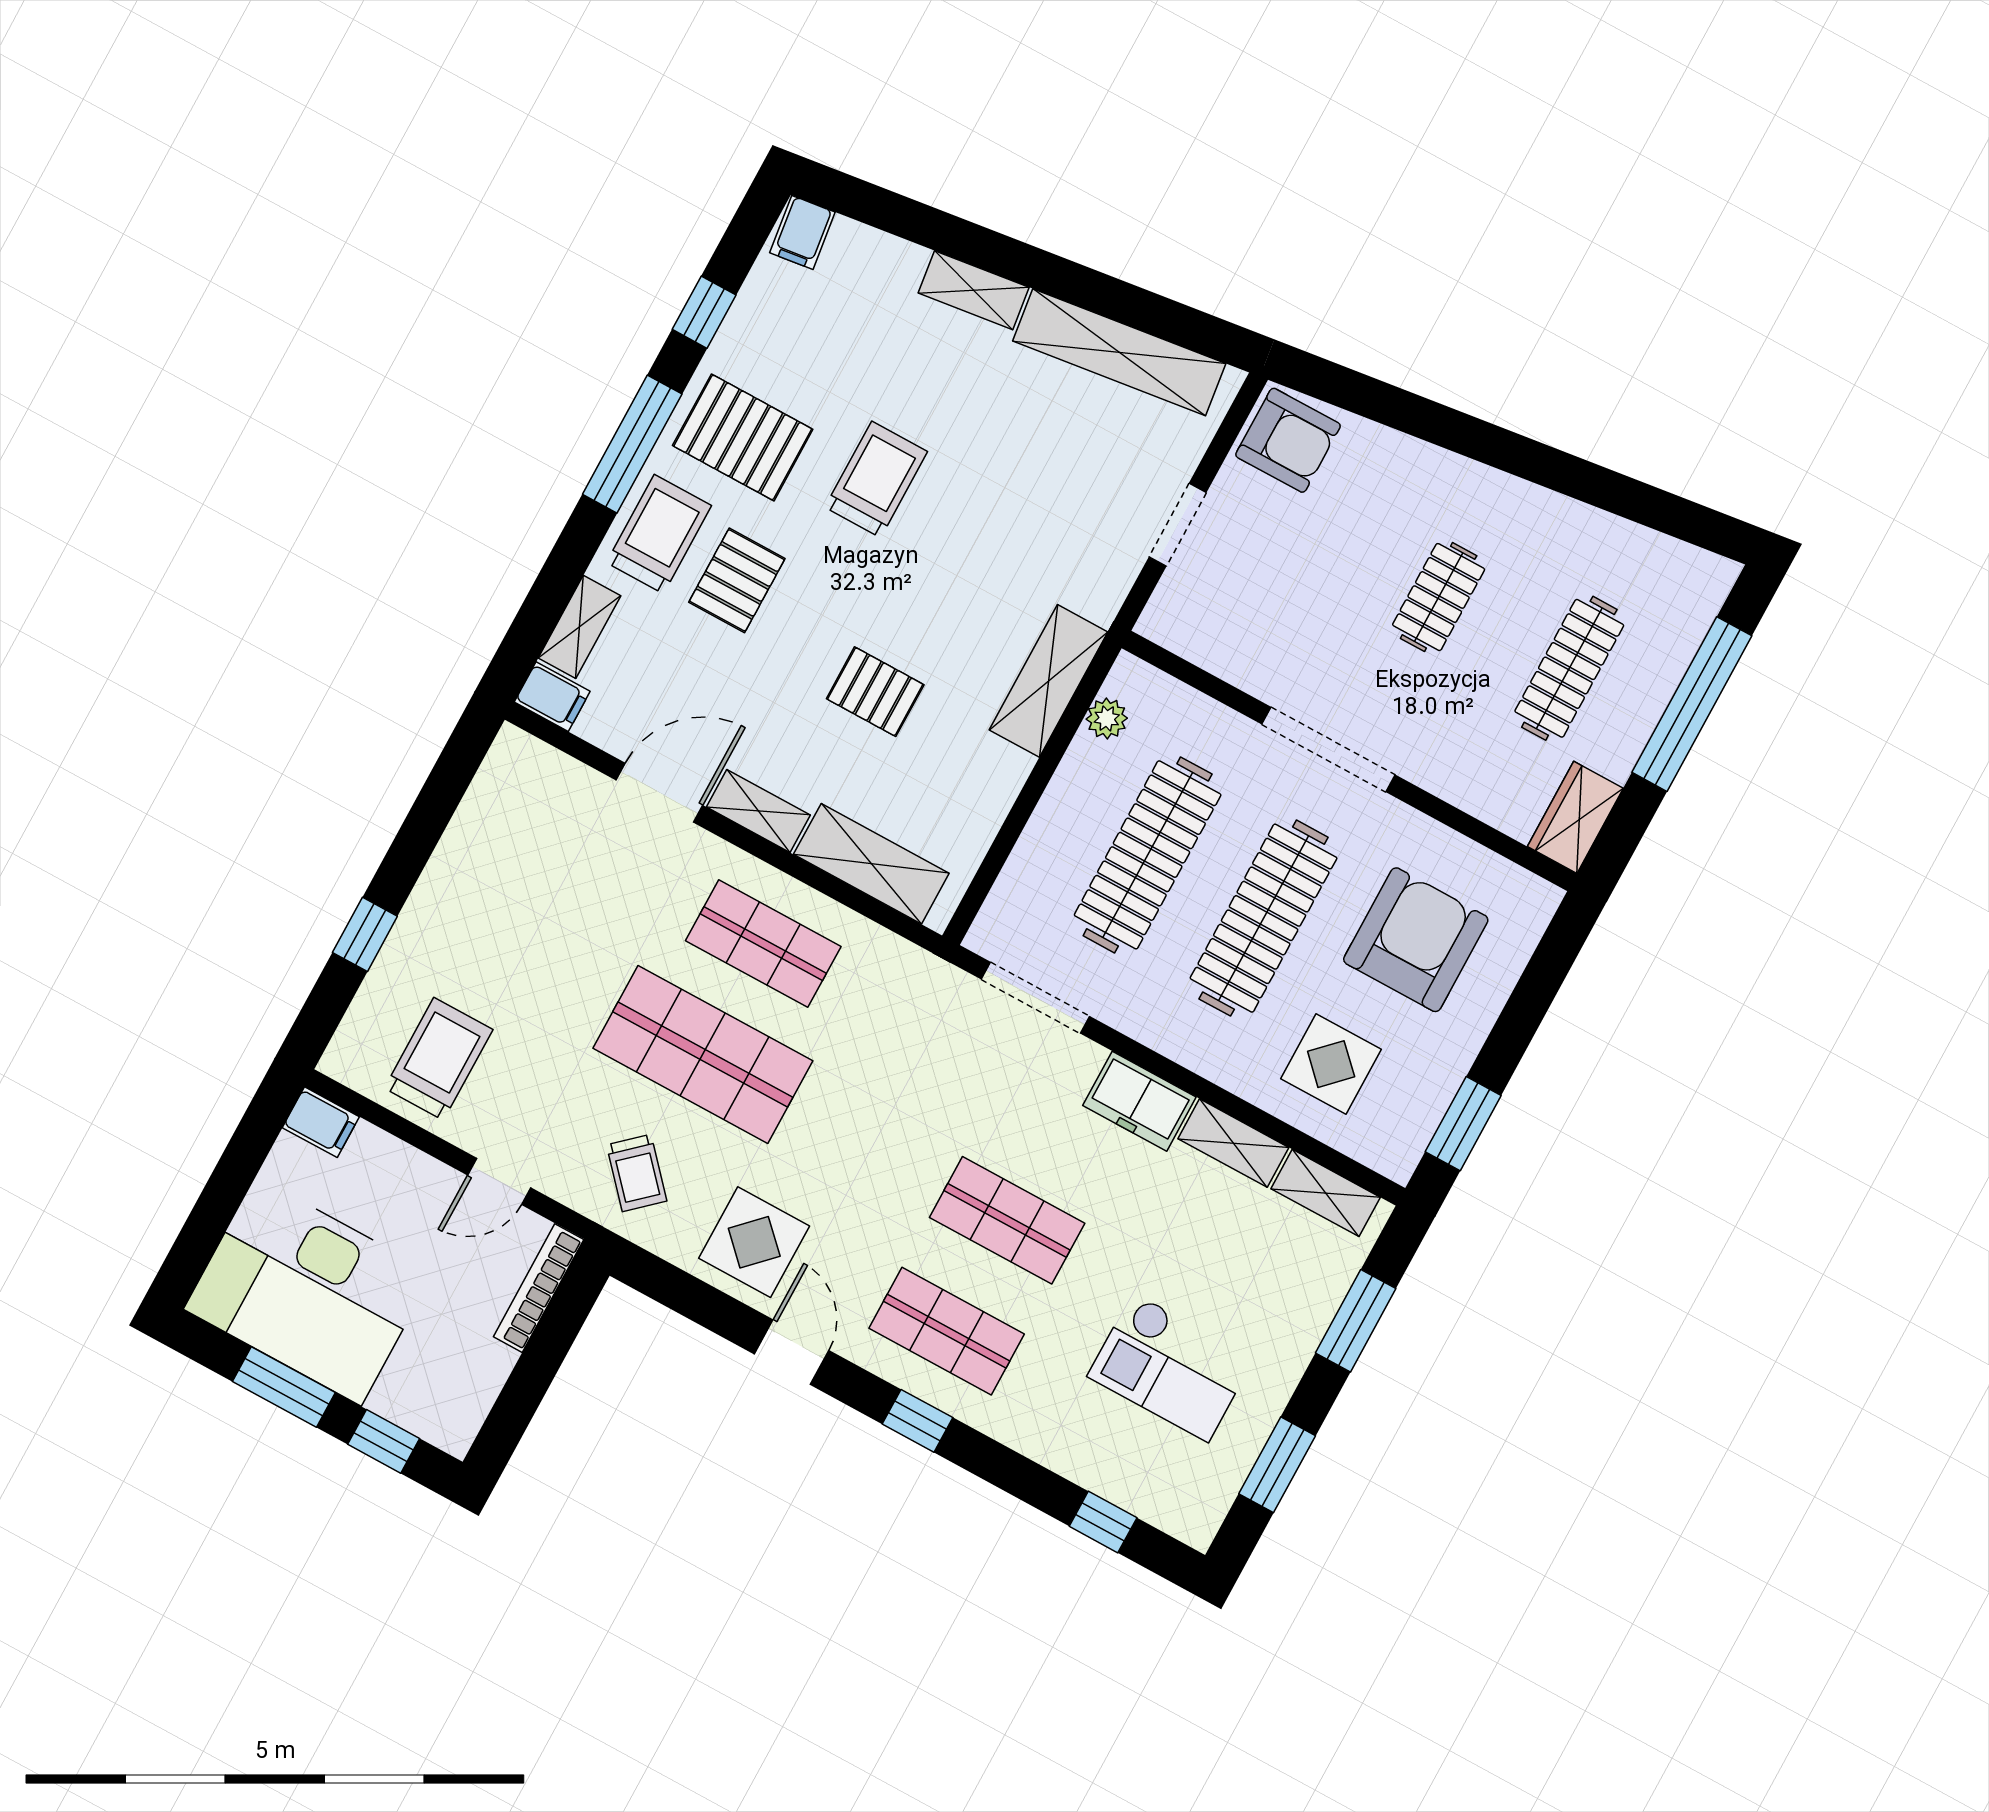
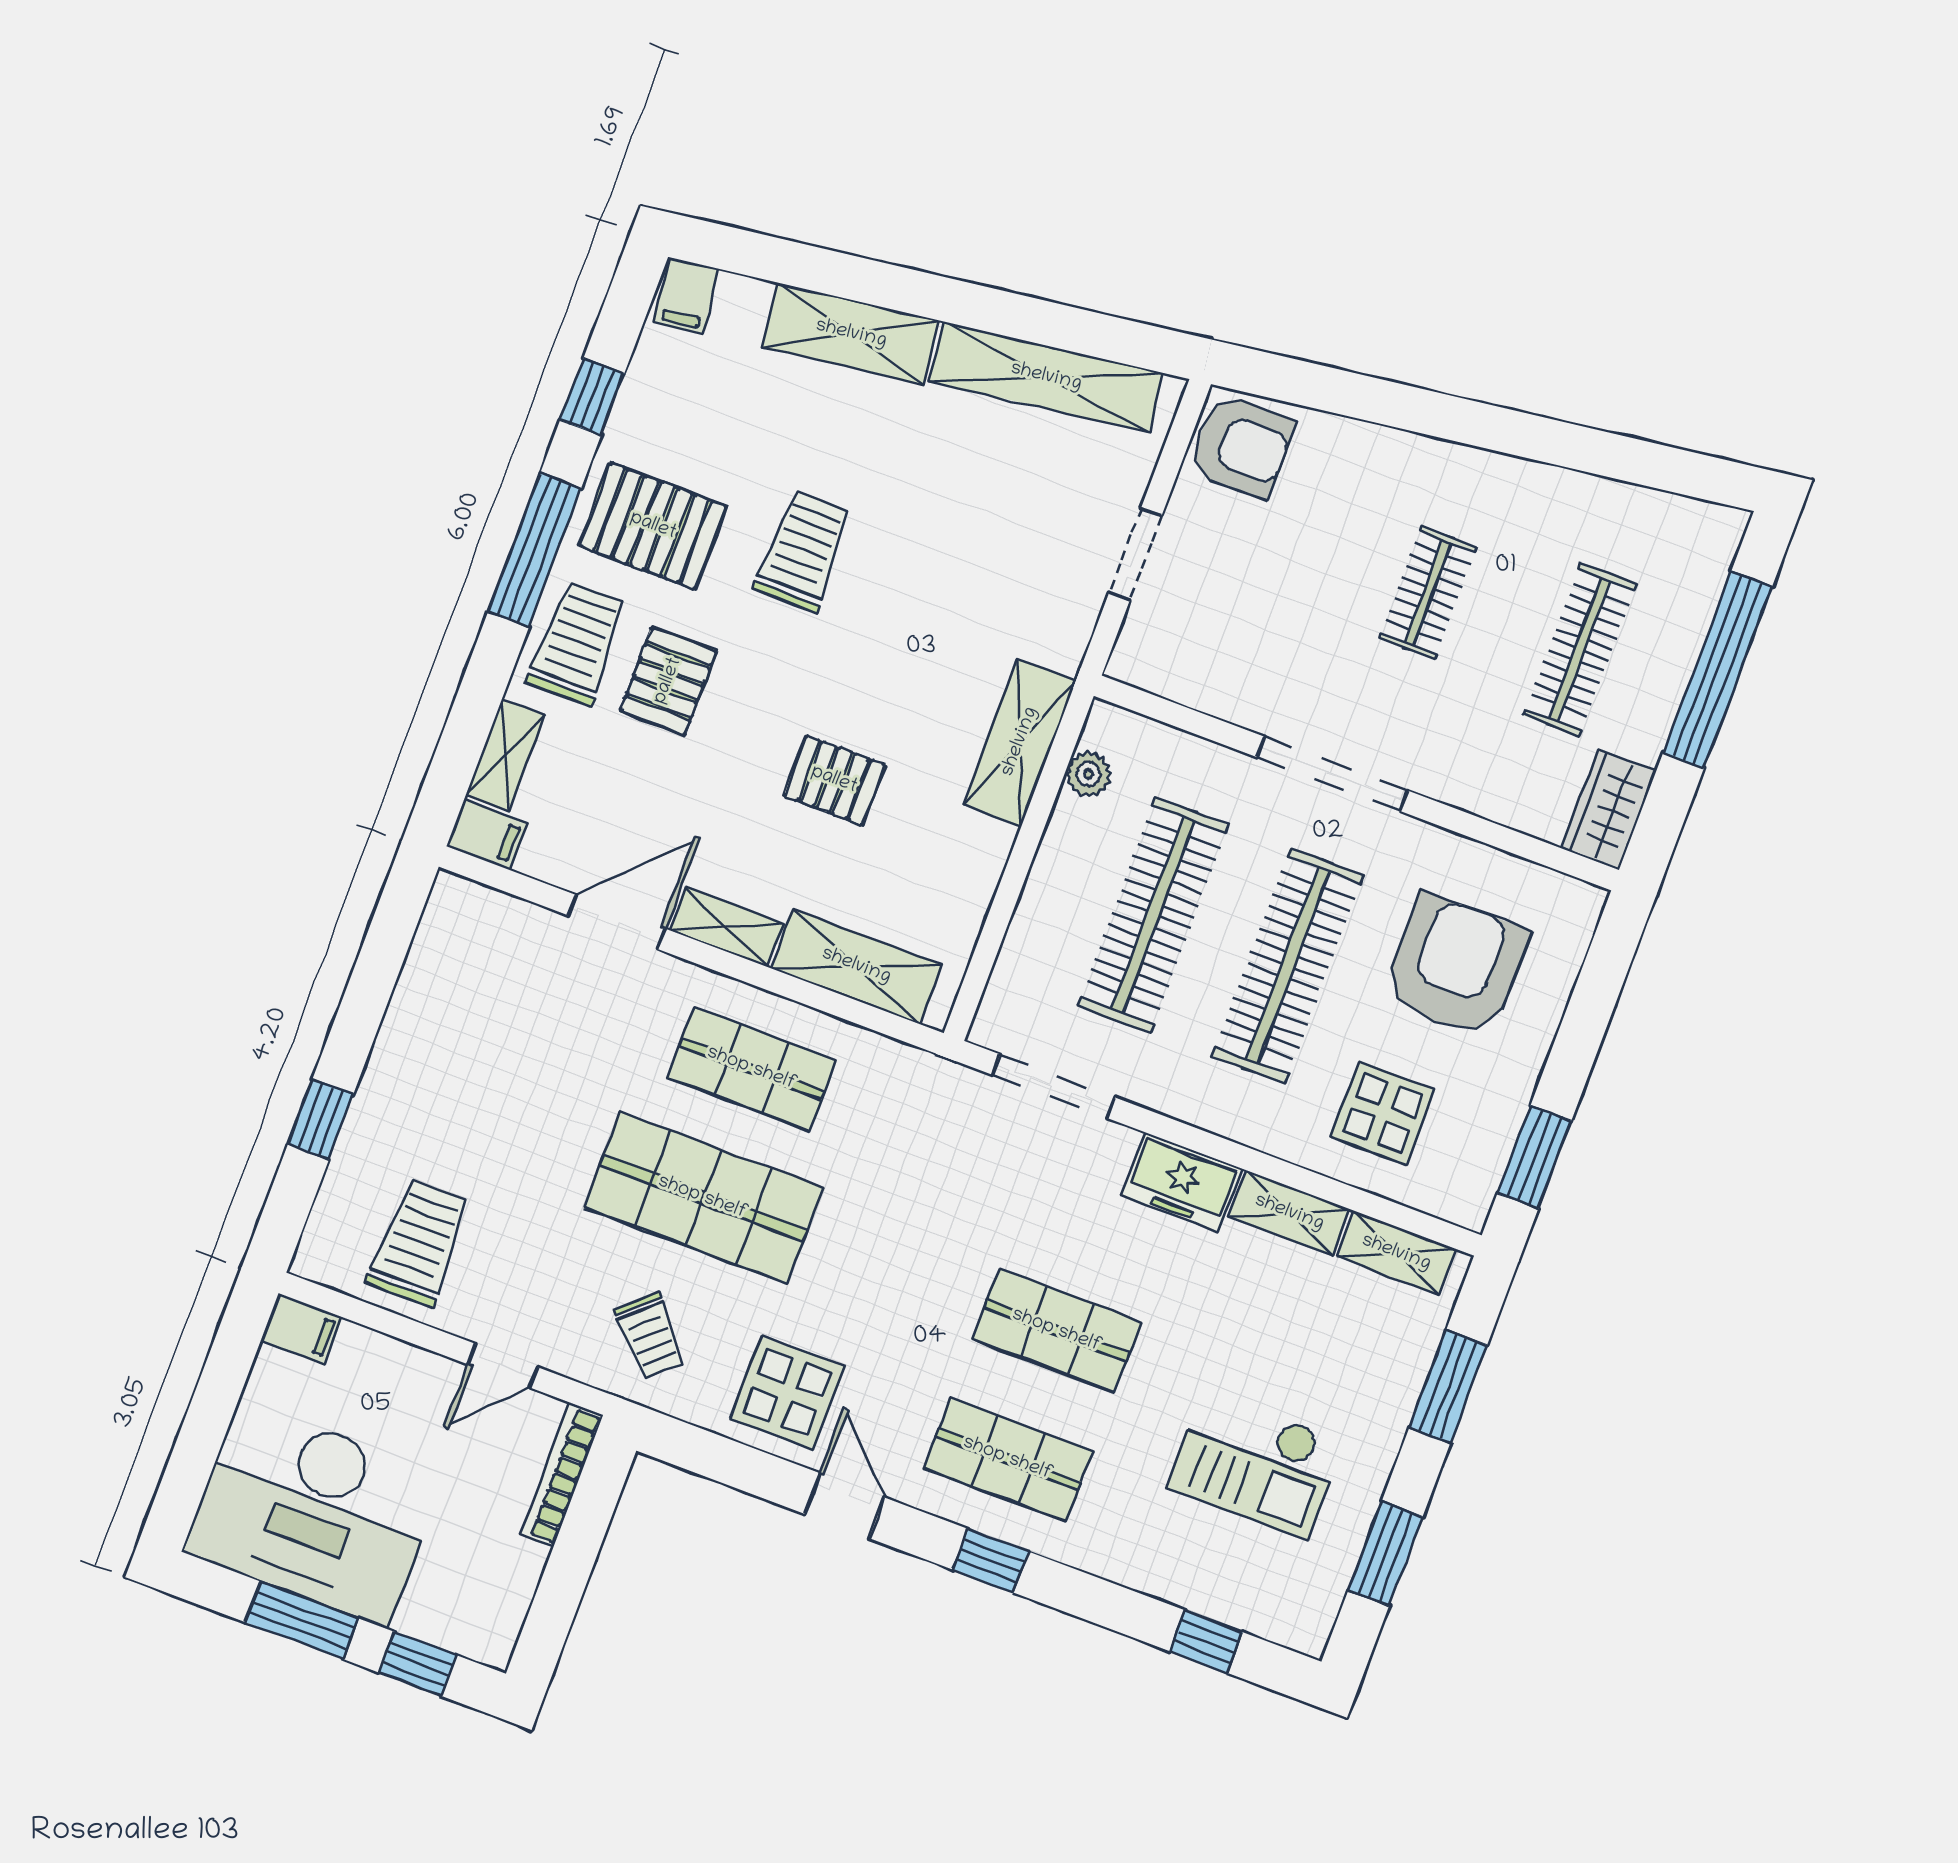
shelving: (974, 290) -> (851, 334), width x1.50, depth x1.33

